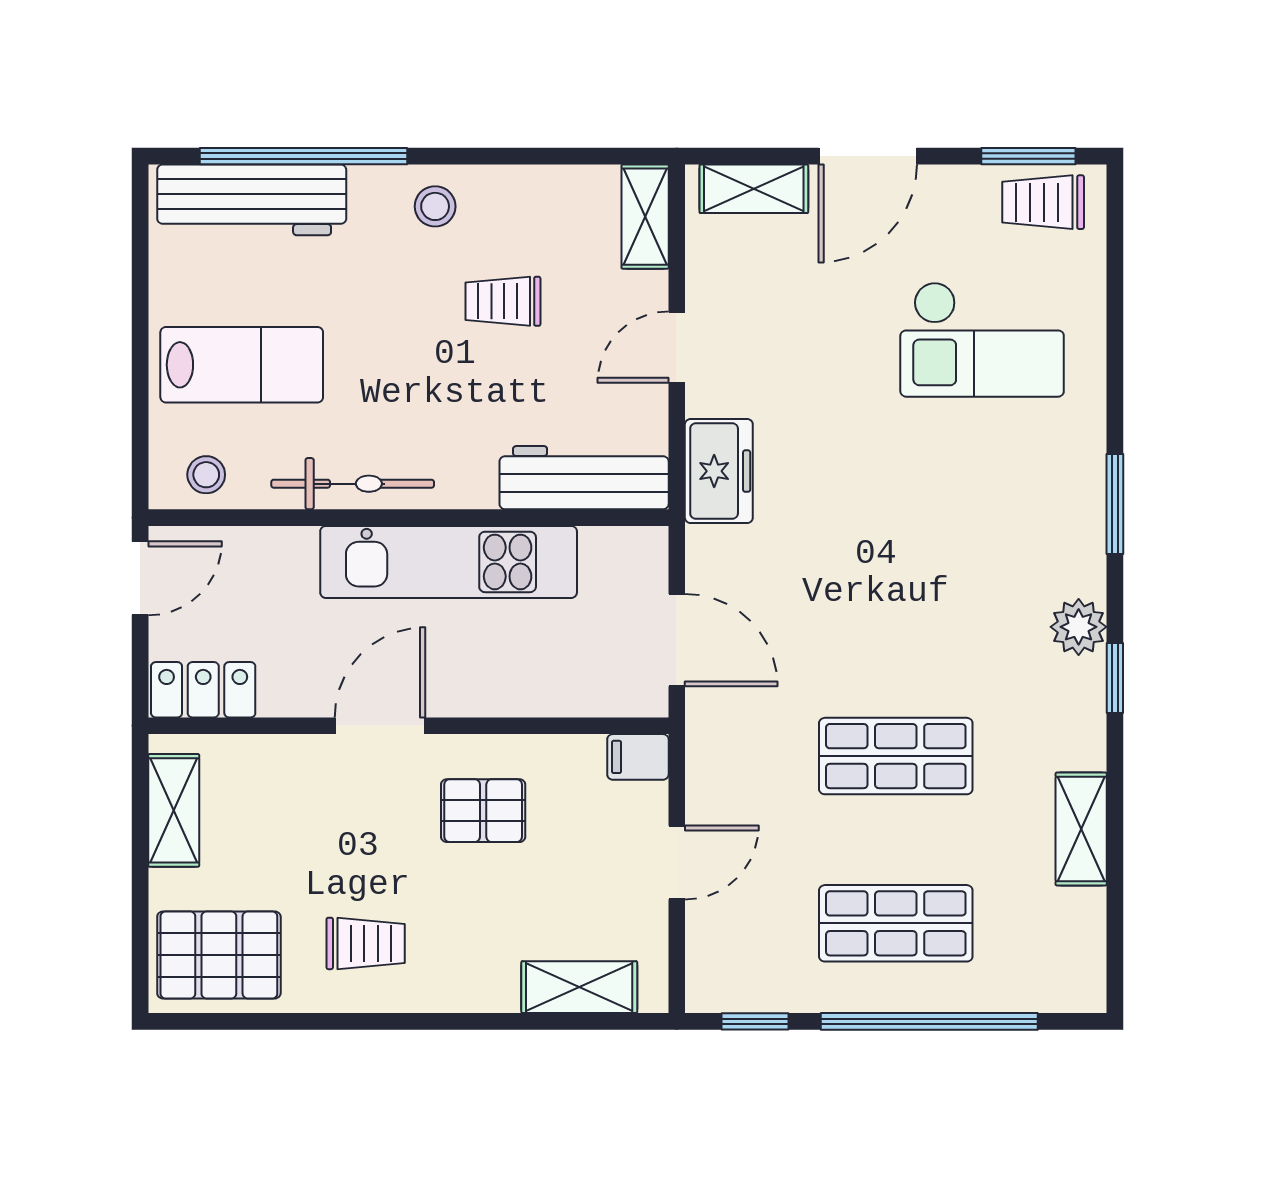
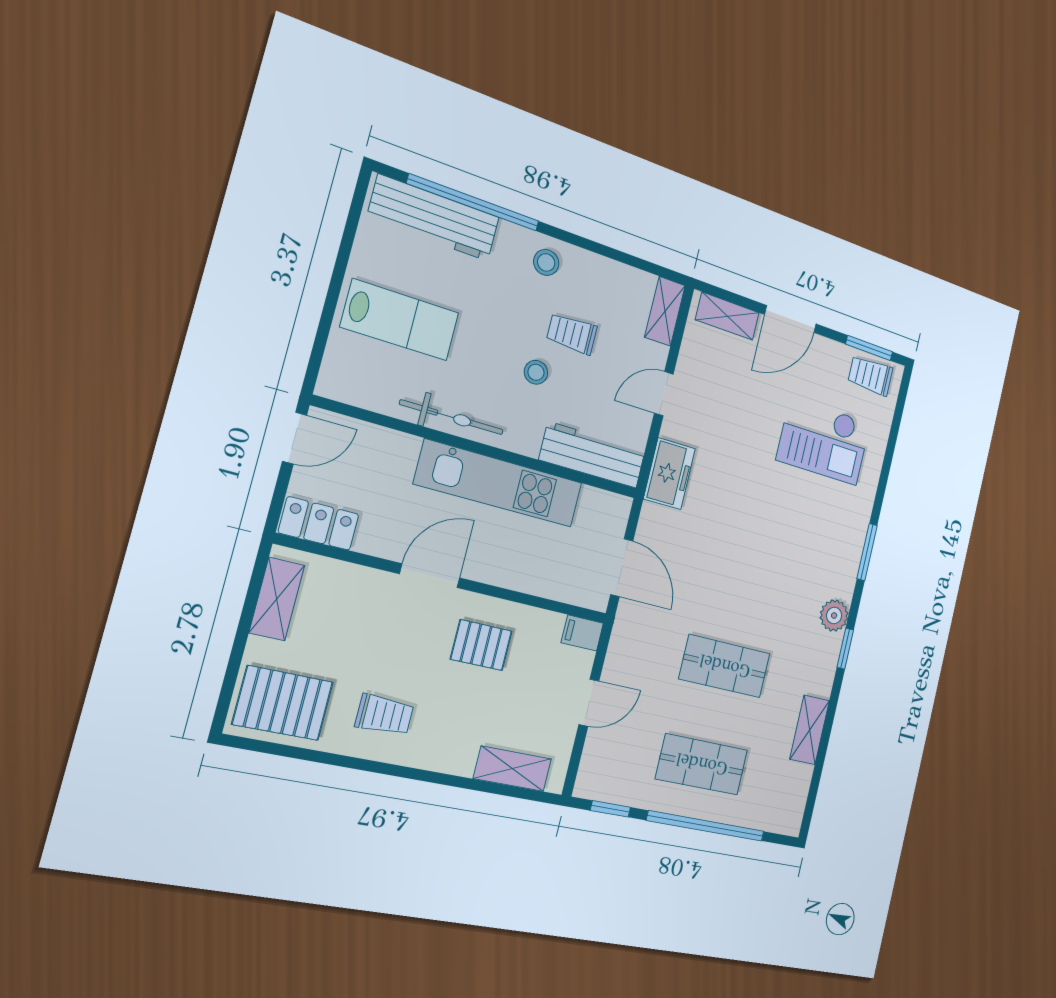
stool: (206, 475) -> (536, 372), moved

